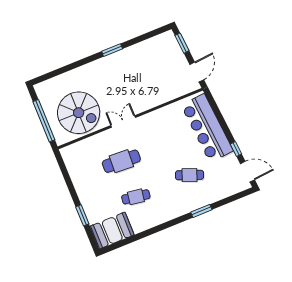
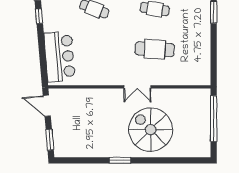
door: (197, 72) -> (47, 106), hinge flipped
spiral stairs: (79, 113) -> (151, 130), moved
bar counter: (207, 128) -> (60, 57), width x0.73

